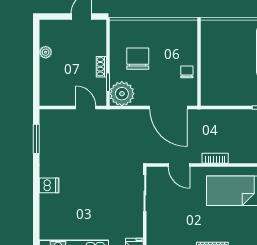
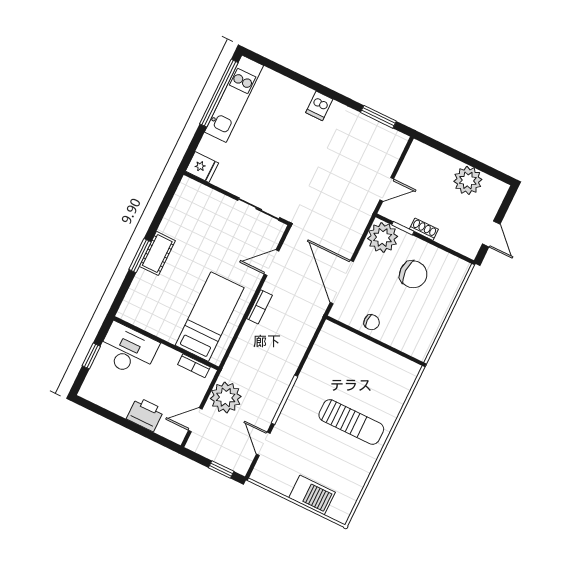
plant: (46, 52) -> (468, 180), width x1.88, depth x1.88
door: (168, 108) -> (342, 282), hinge flipped

